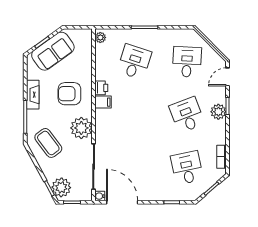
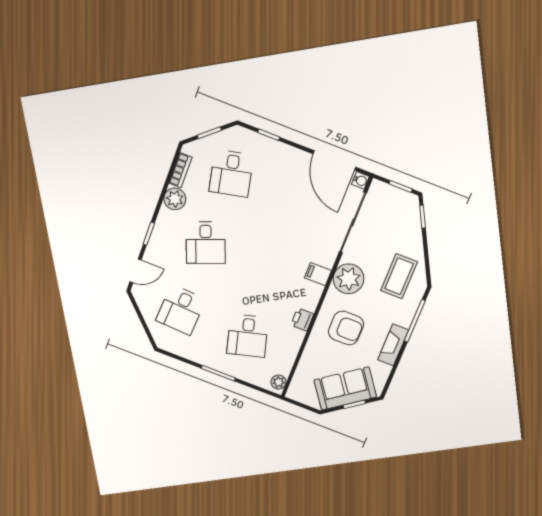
desk: (134, 62) -> (248, 336), turned -33
filing cabinet: (103, 102) -> (318, 274), moved
plant: (218, 112) -> (175, 199), moved
coffee table: (48, 143) -> (399, 276), turned 37
plant: (61, 187) -> (406, 212), removed

